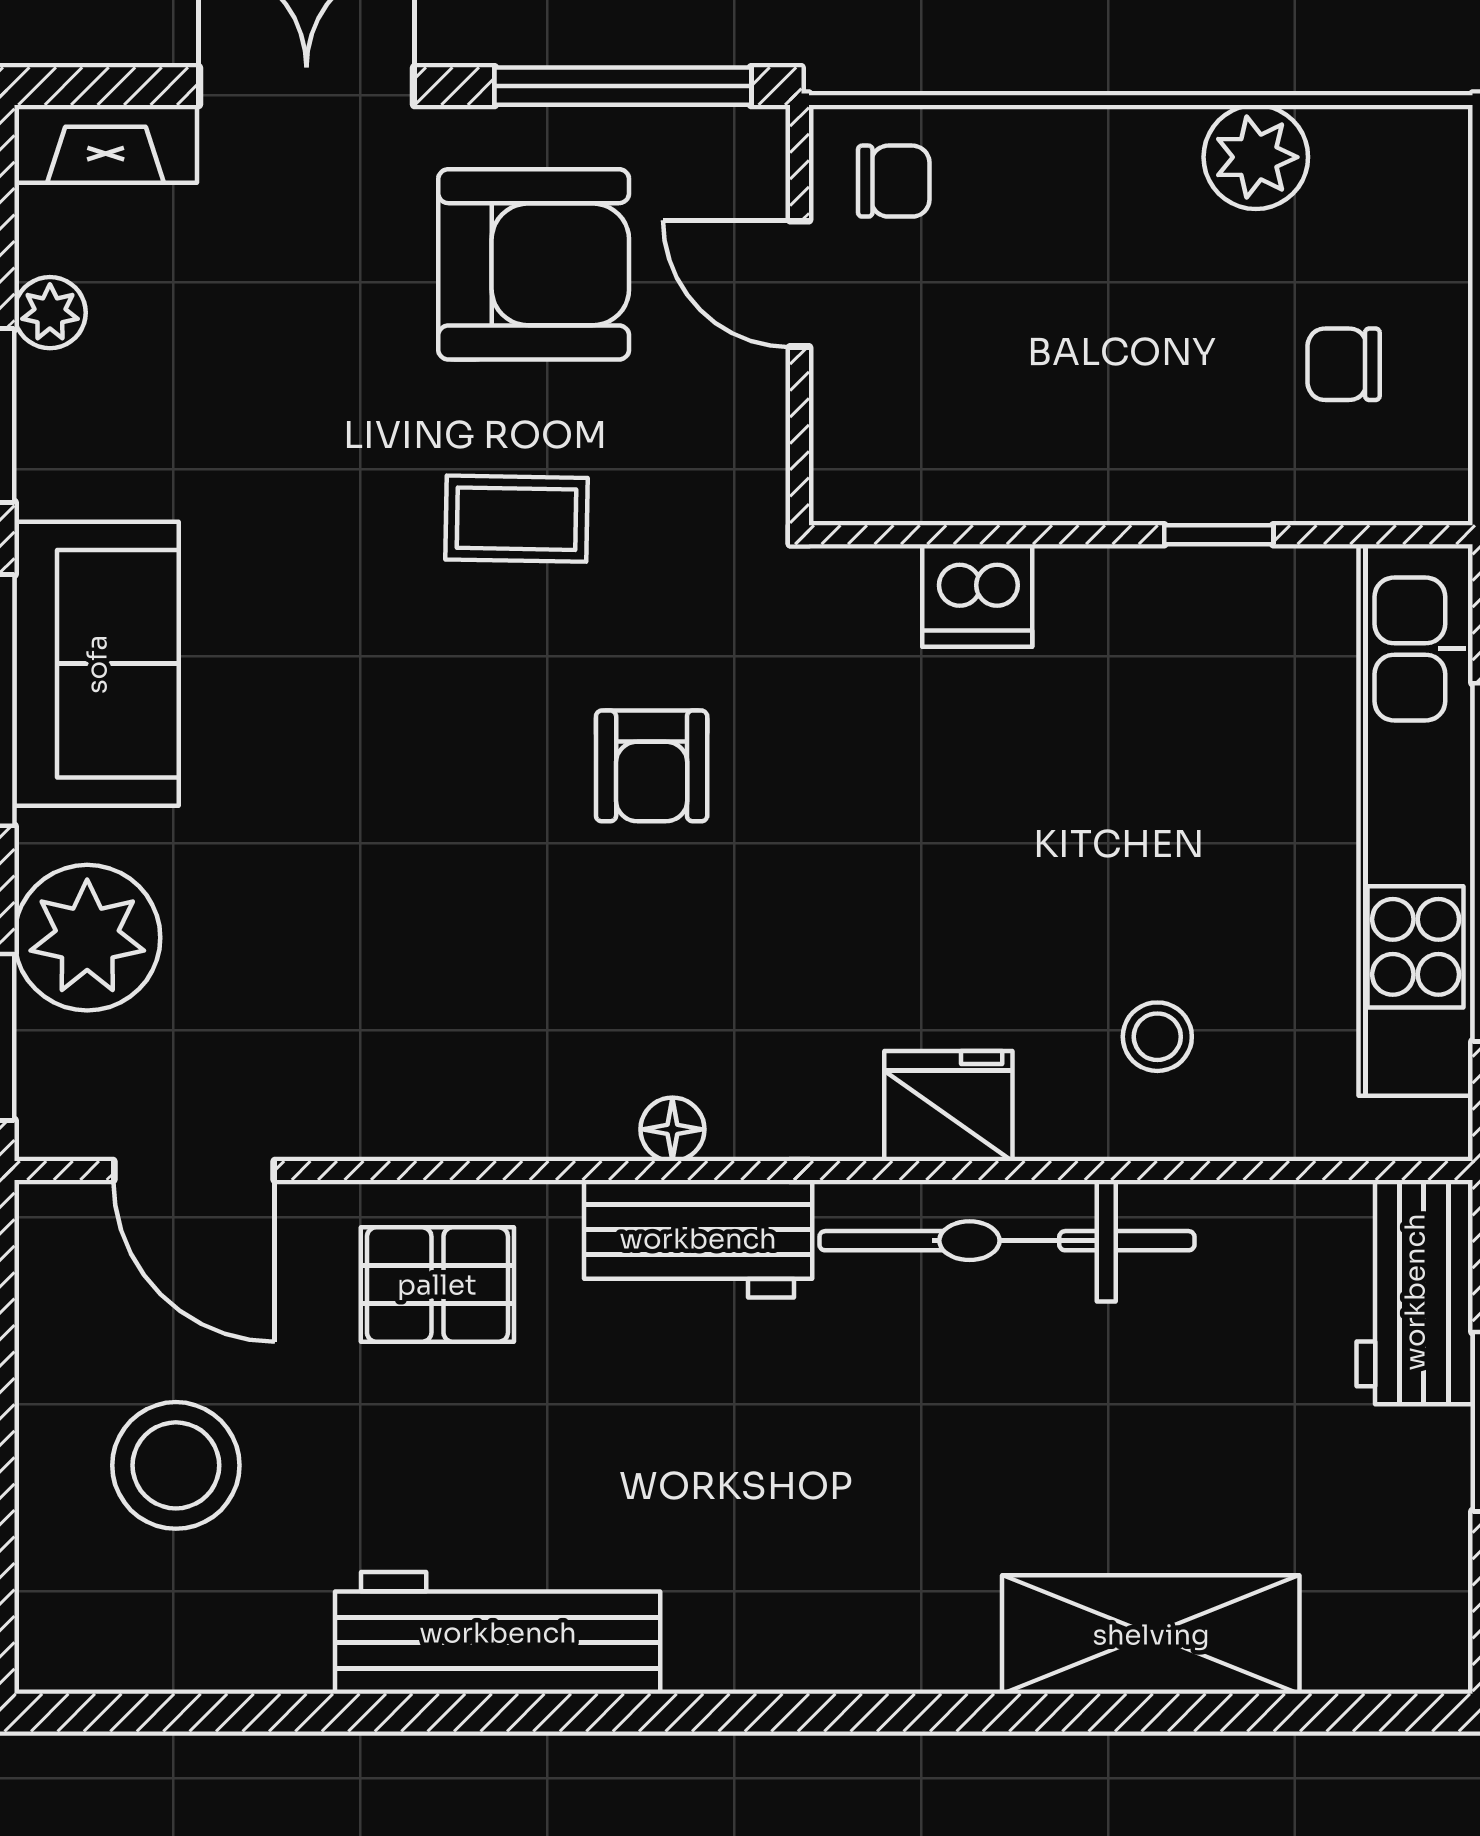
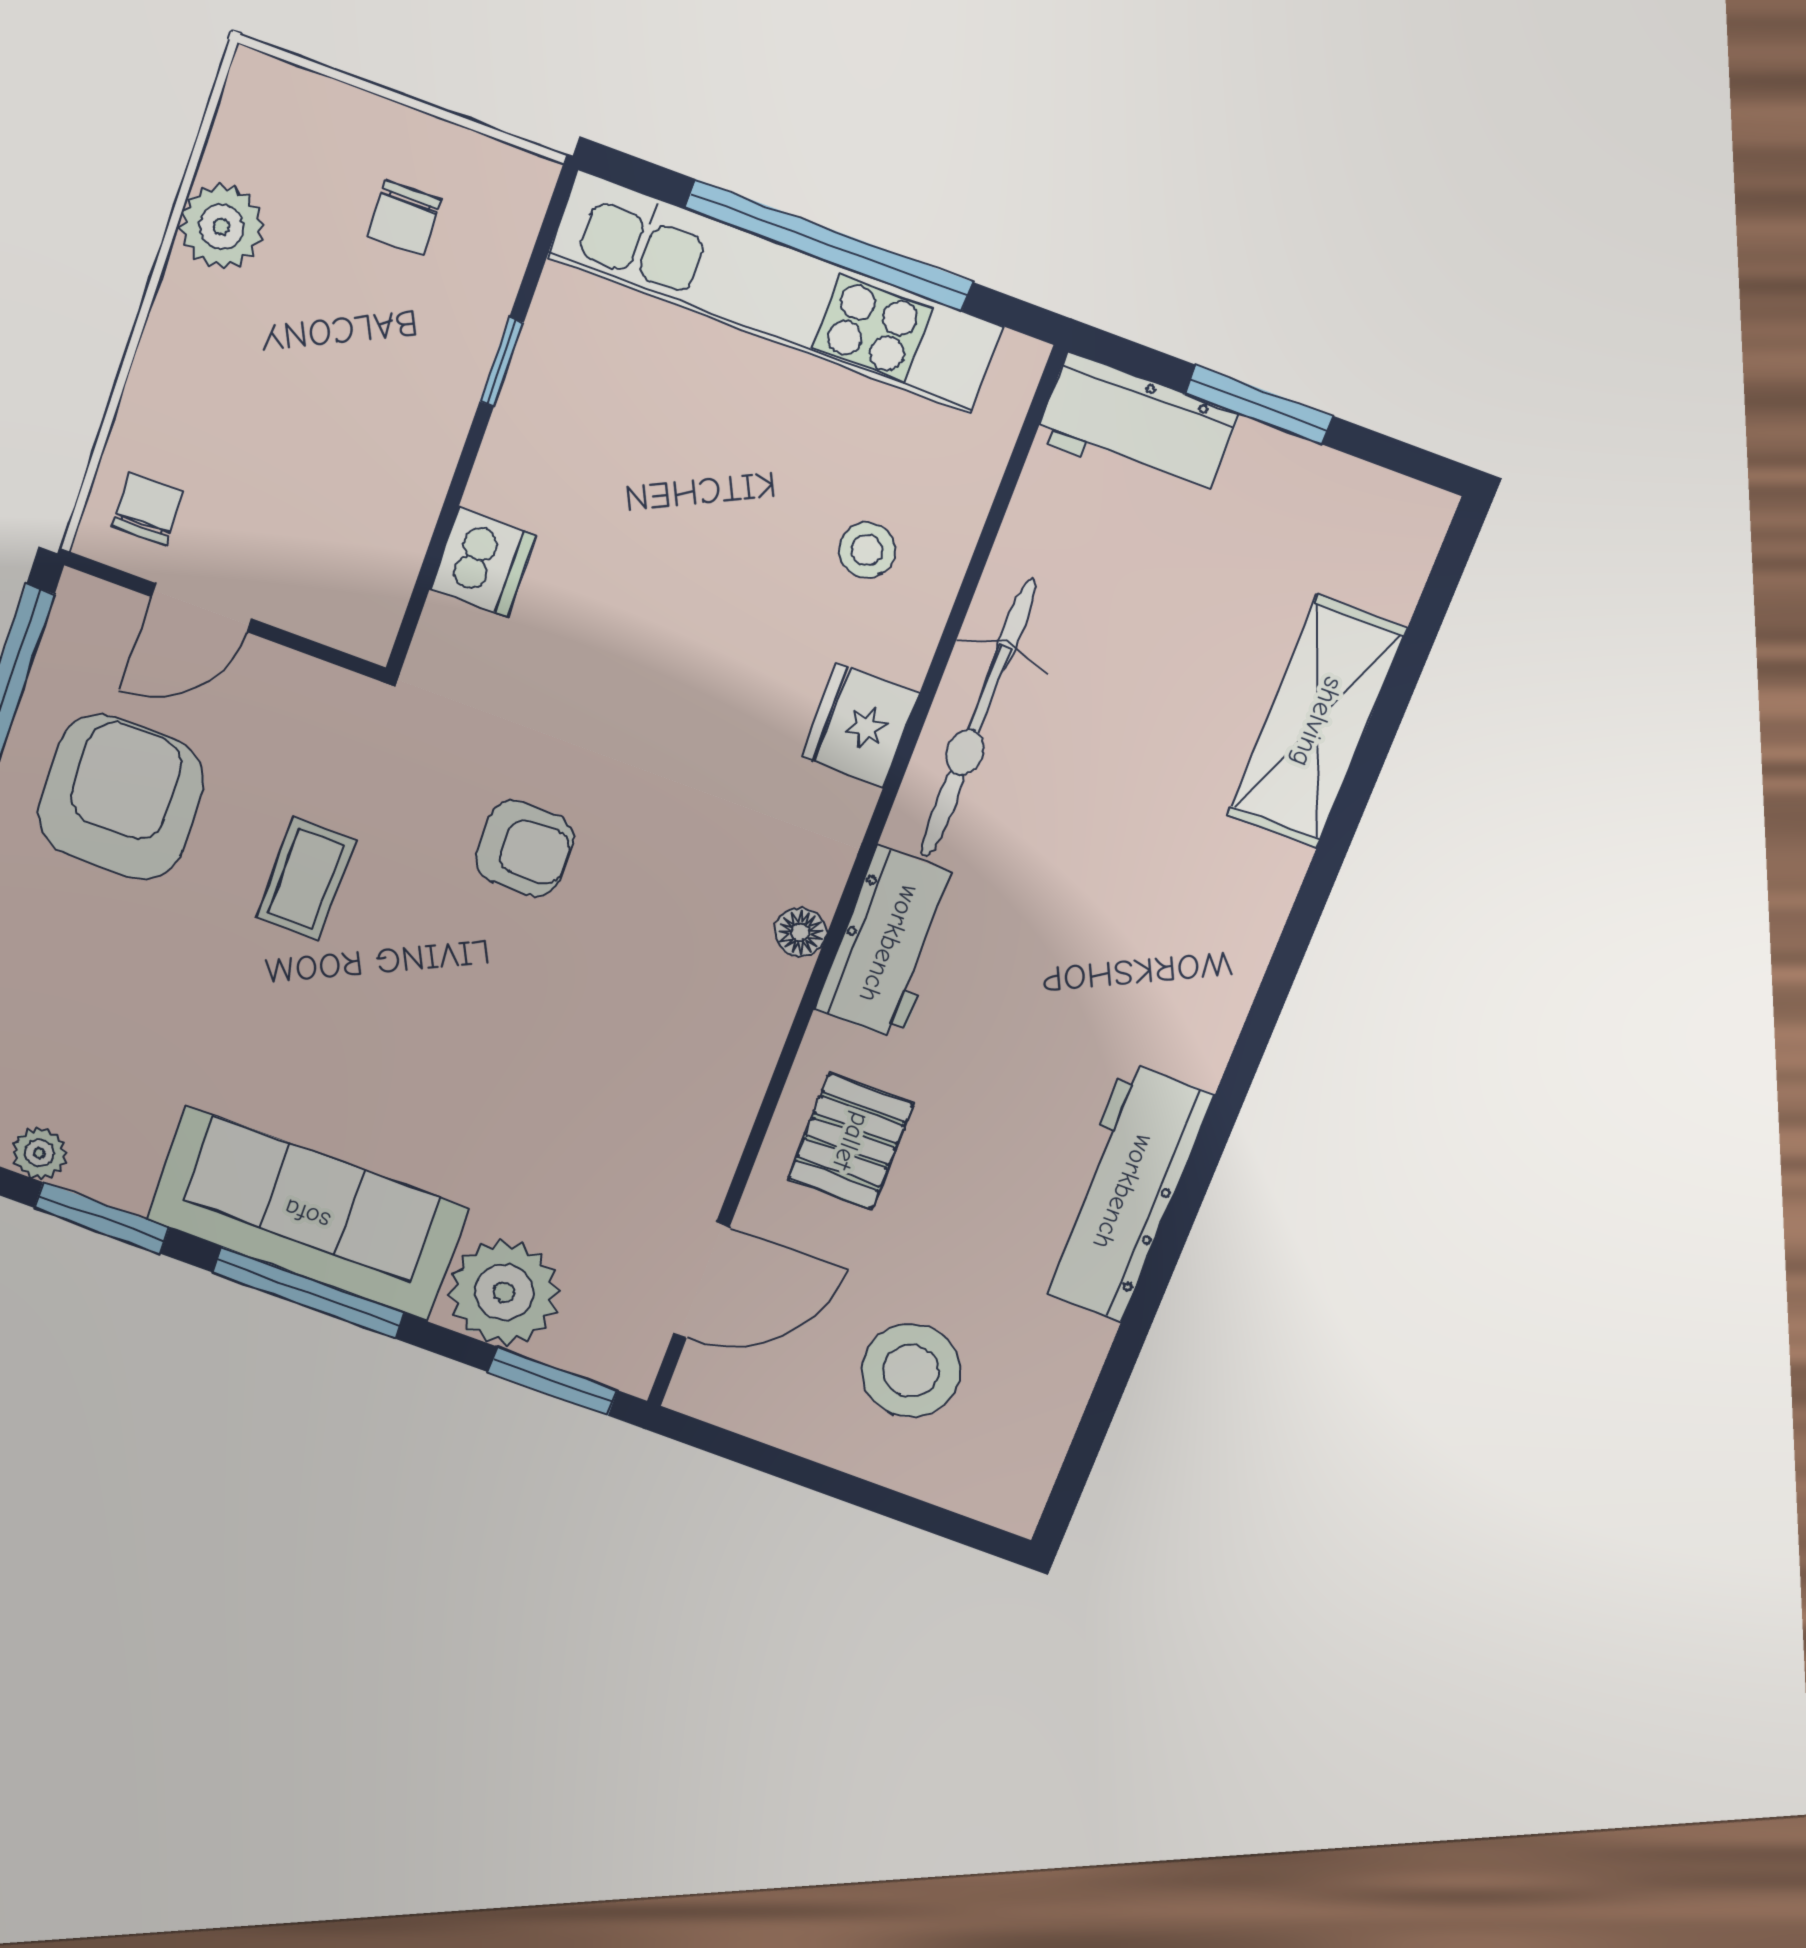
sofa: (97, 664) -> (307, 1214), width x1.36

